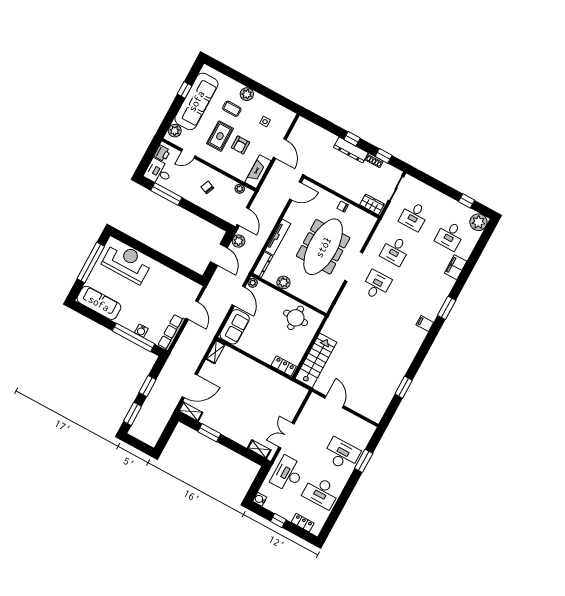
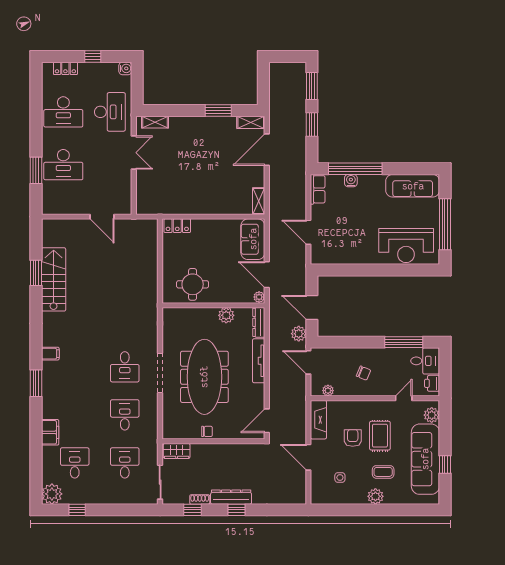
row of seats: (171, 332) -> (318, 189), width x0.68
stairs: (316, 360) -> (54, 279), moved, turned 180
desk: (321, 492) -> (63, 112), turned 180

